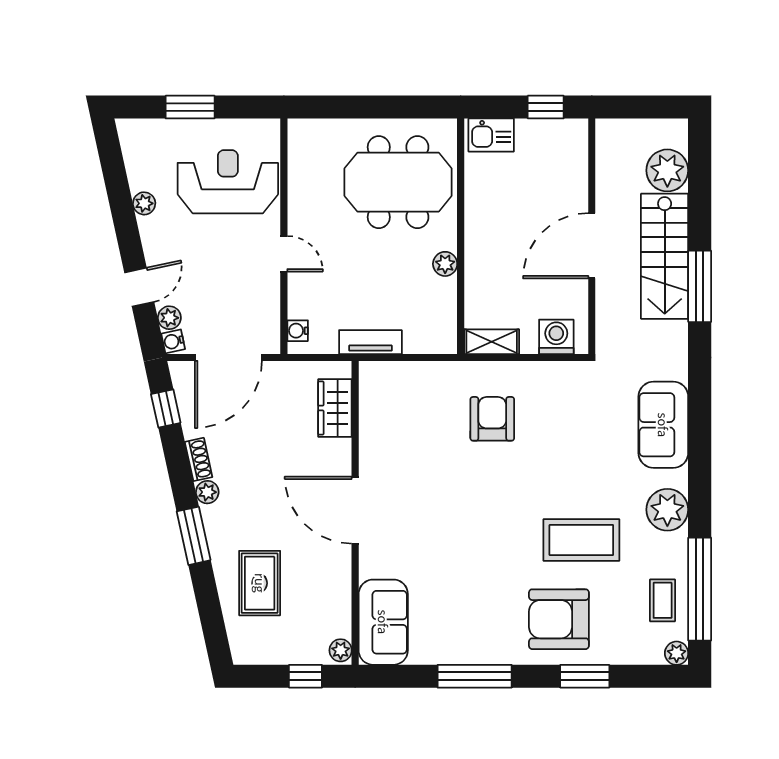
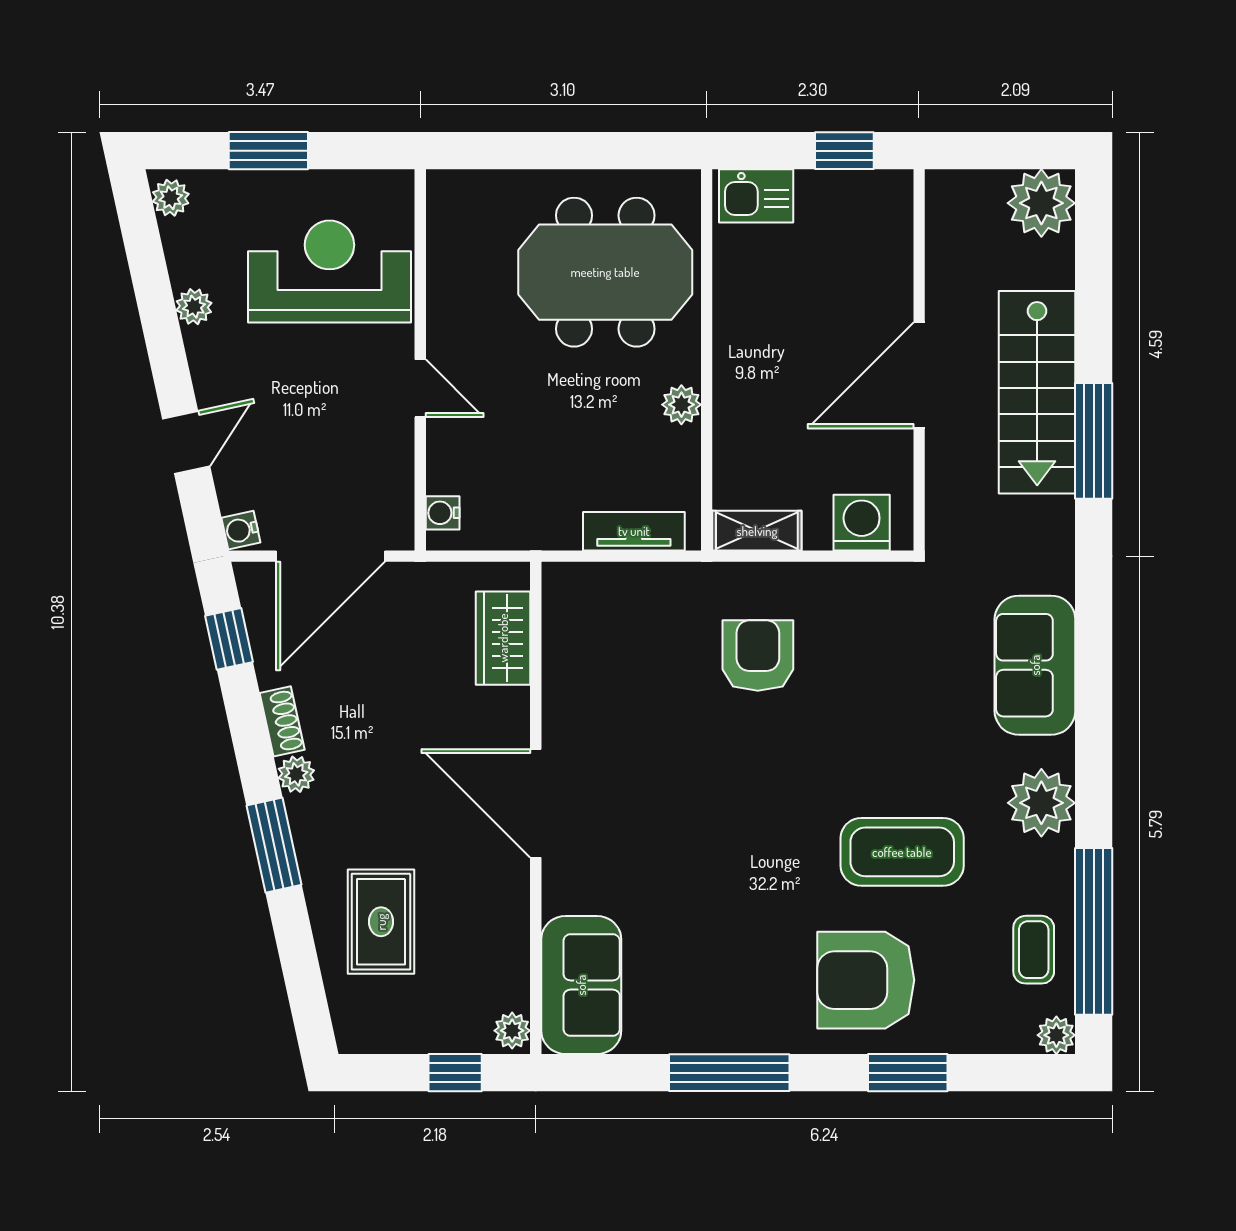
plant: (667, 170) -> (1041, 203), moved
plant: (169, 318) -> (171, 198), moved
tv unit: (370, 342) -> (634, 531), moved

